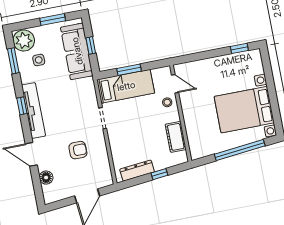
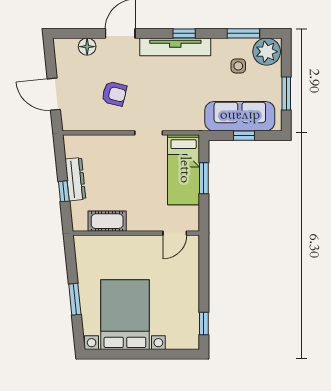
stool: (167, 102) -> (153, 219), removed
armchair: (78, 150) -> (114, 94), turned -76
window: (240, 150) -> (75, 299), width x0.47
dresser: (137, 171) -> (75, 179), moved

